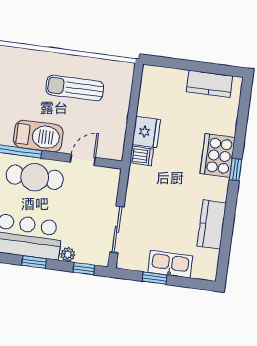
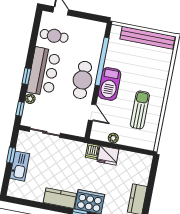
plant: (120, 126) -> (113, 138), added
kitchen counter: (212, 225) -> (60, 198), moved

